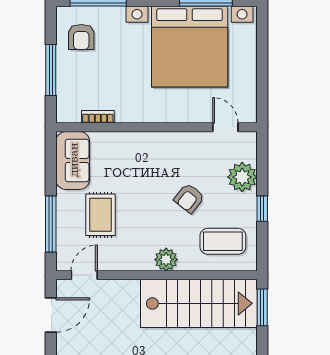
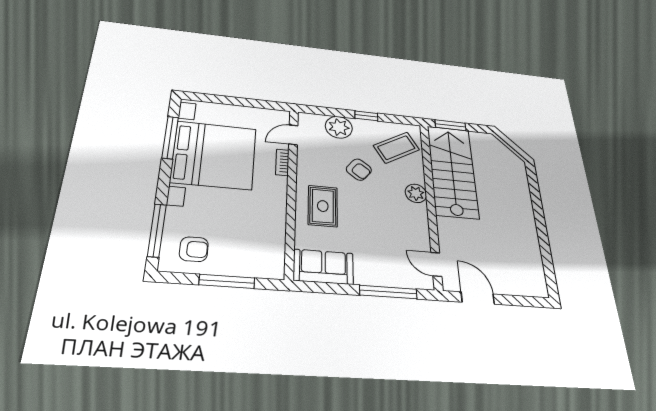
bookcase: (98, 117) -> (282, 162), moved
rug: (100, 215) -> (323, 206), moved, turned 90
coffee table: (223, 241) -> (396, 148), turned 60

